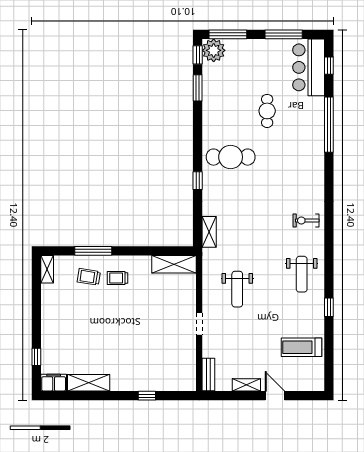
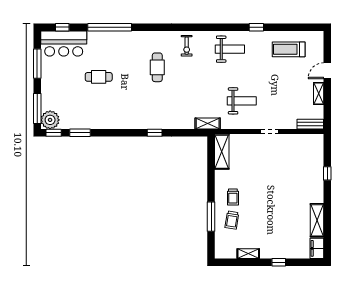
cafe table: (231, 157) -> (157, 67), moved, width x0.73, depth x0.74
shelving: (209, 232) -> (208, 124), moved
shelving: (47, 269) -> (248, 254), moved
treadmill: (301, 347) -> (289, 49), turned 90
window: (36, 357) -> (279, 262), moved

